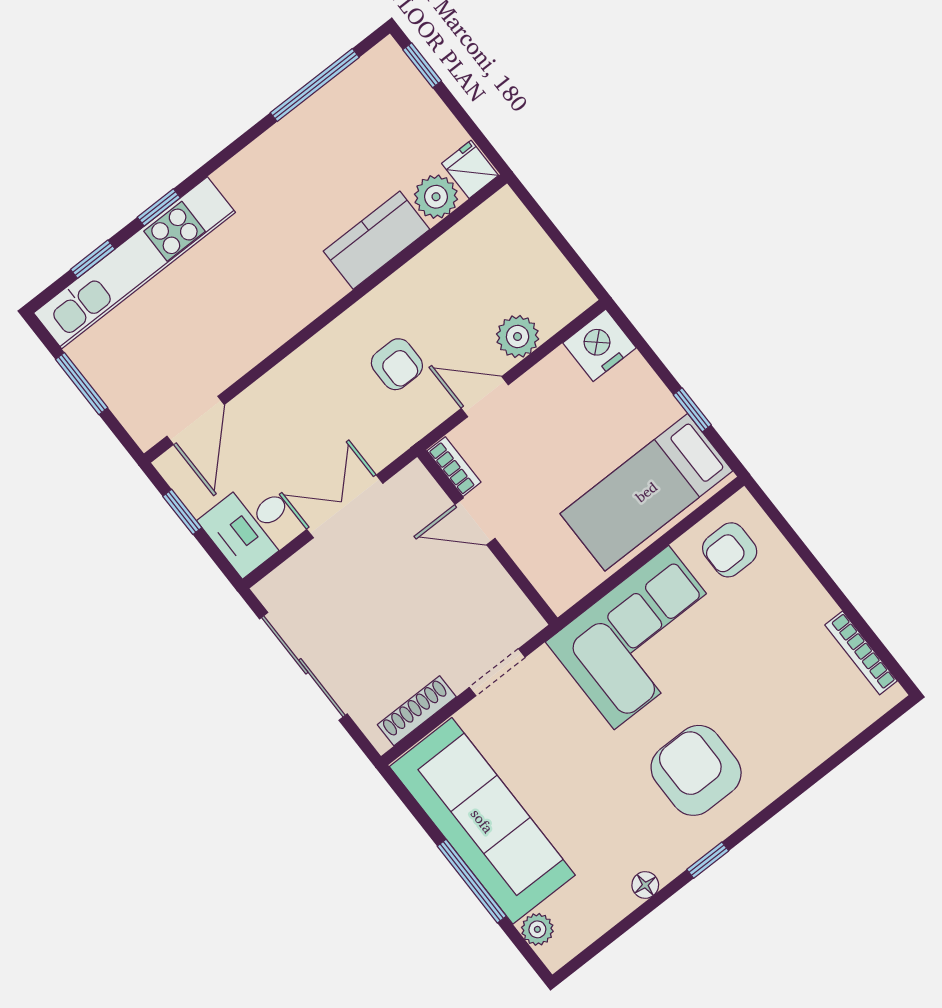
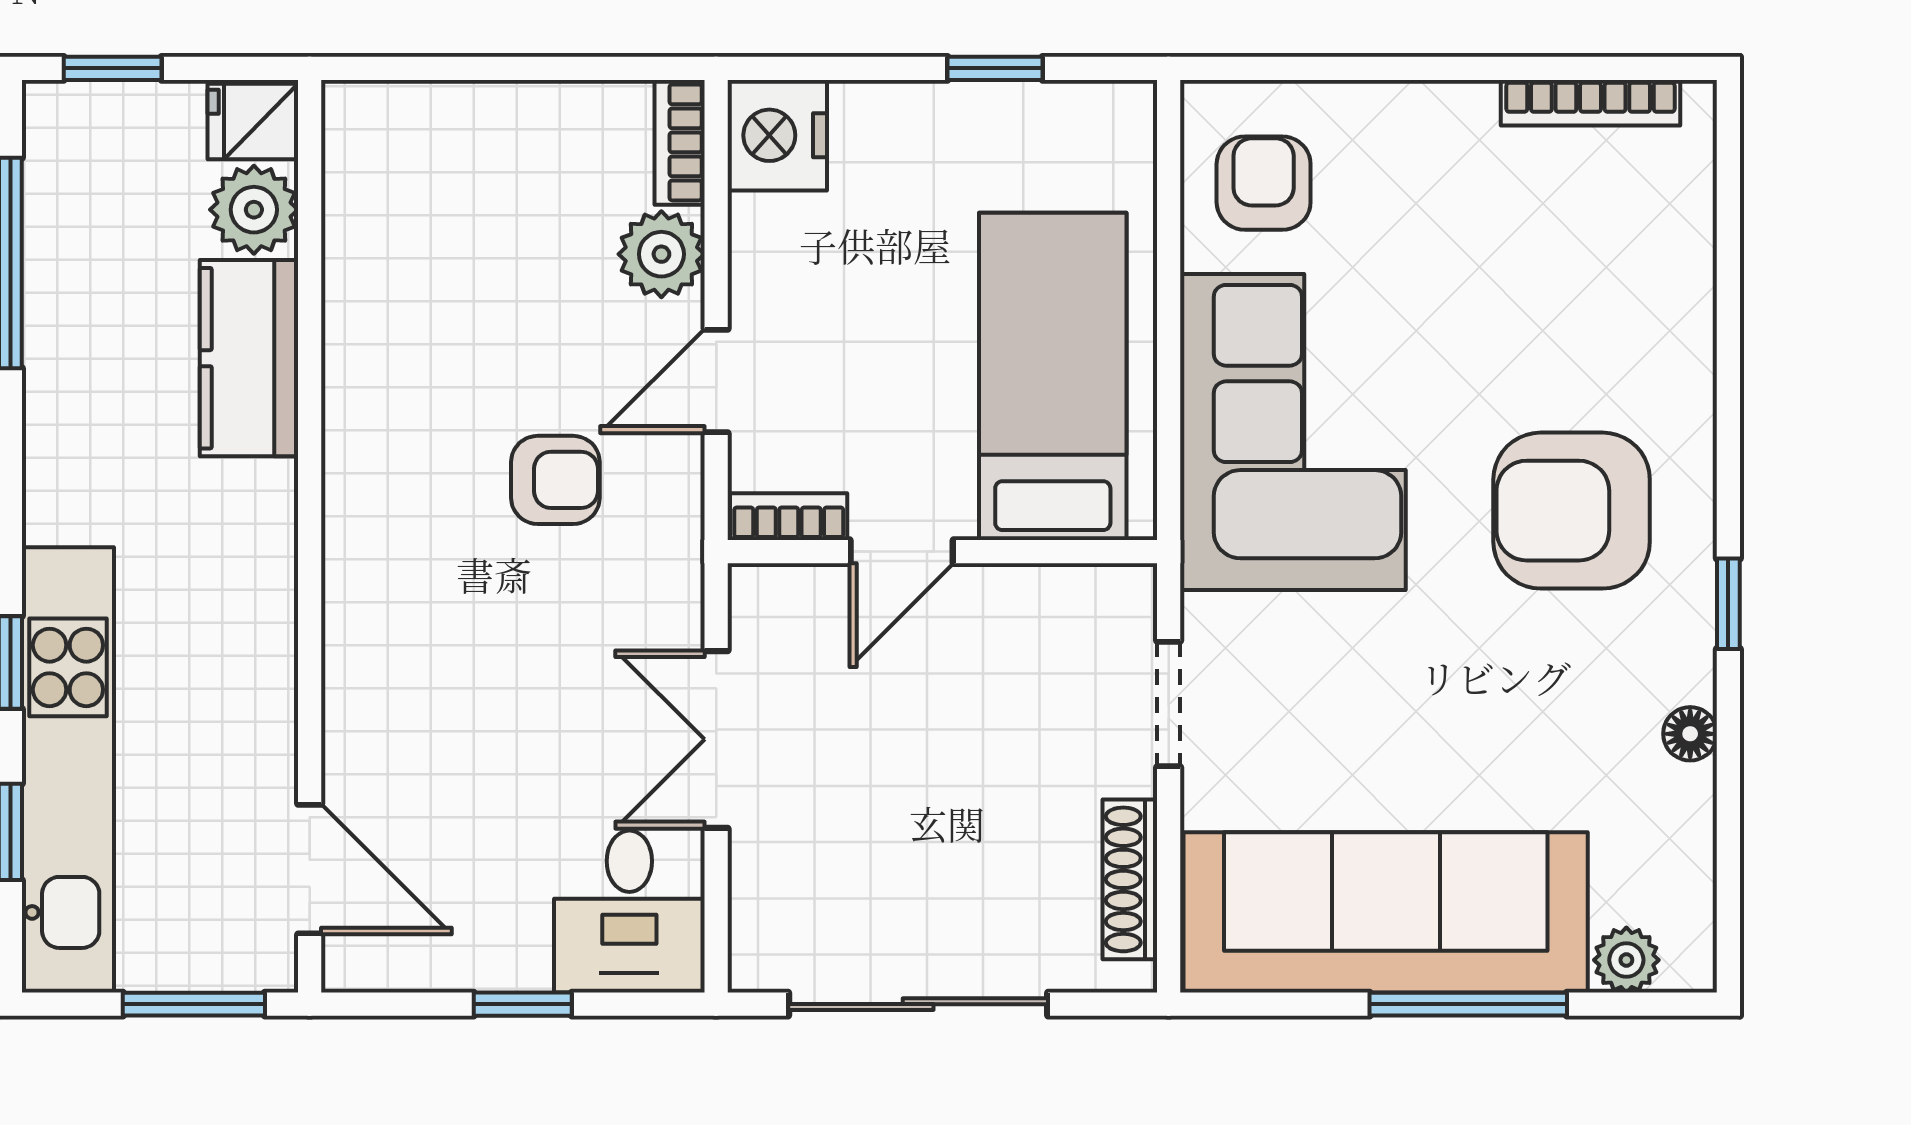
fridge: (470, 169) -> (253, 122), moved
plant: (436, 197) -> (254, 210), moved
kitchen counter: (376, 240) -> (249, 358), moved
bookcase: (567, 309) -> (680, 142), added
wall: (326, 318) -> (310, 536), moved
door: (196, 420) -> (310, 869), moved
bed: (646, 492) -> (1053, 376), moved, turned 180
armchair: (730, 550) -> (1264, 183), turned 180

